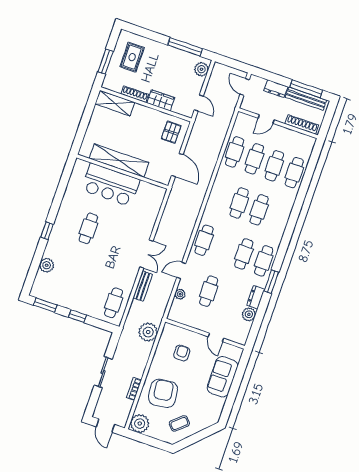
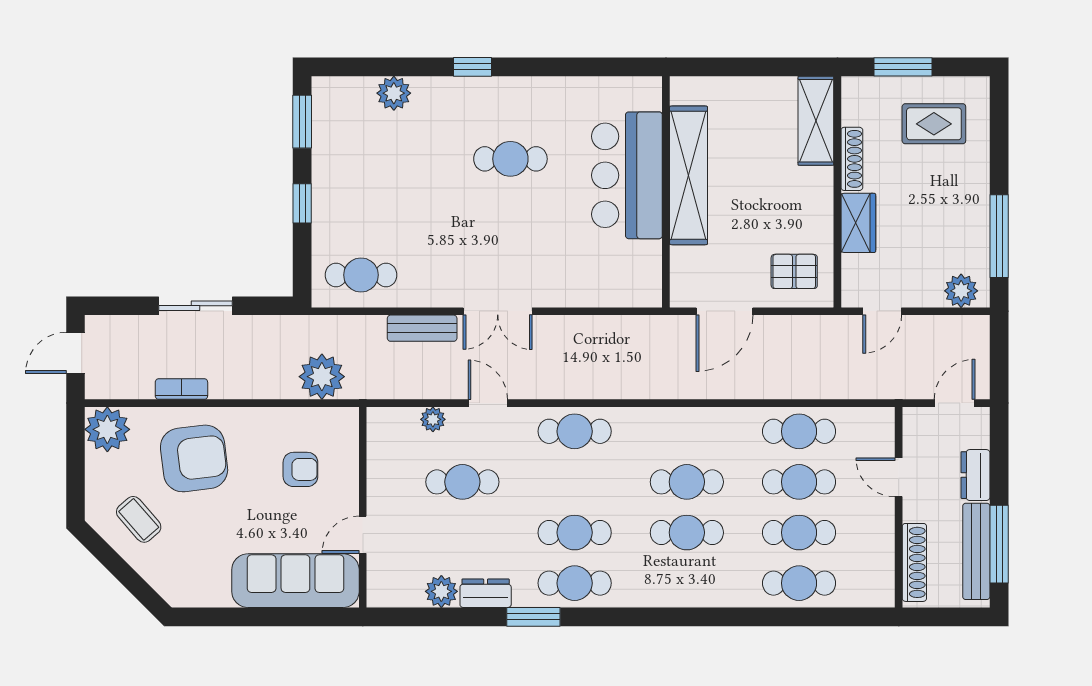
sofa: (222, 377) -> (295, 581), width x1.36

